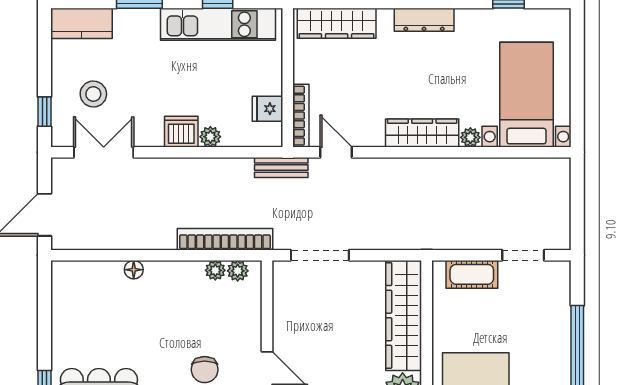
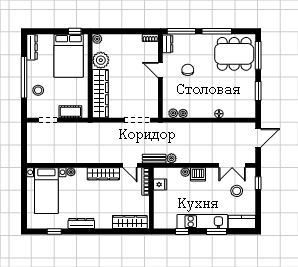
dresser: (424, 20) -> (81, 224), moved
kitchen unit: (218, 24) -> (202, 222), moved
wardrobe: (422, 133) -> (103, 174), moved
plant: (242, 168) -> (171, 158), added
bookcase: (225, 239) -> (179, 127), removed
window: (44, 321) -> (258, 91), added
stool: (545, 323) -> (38, 90), added

